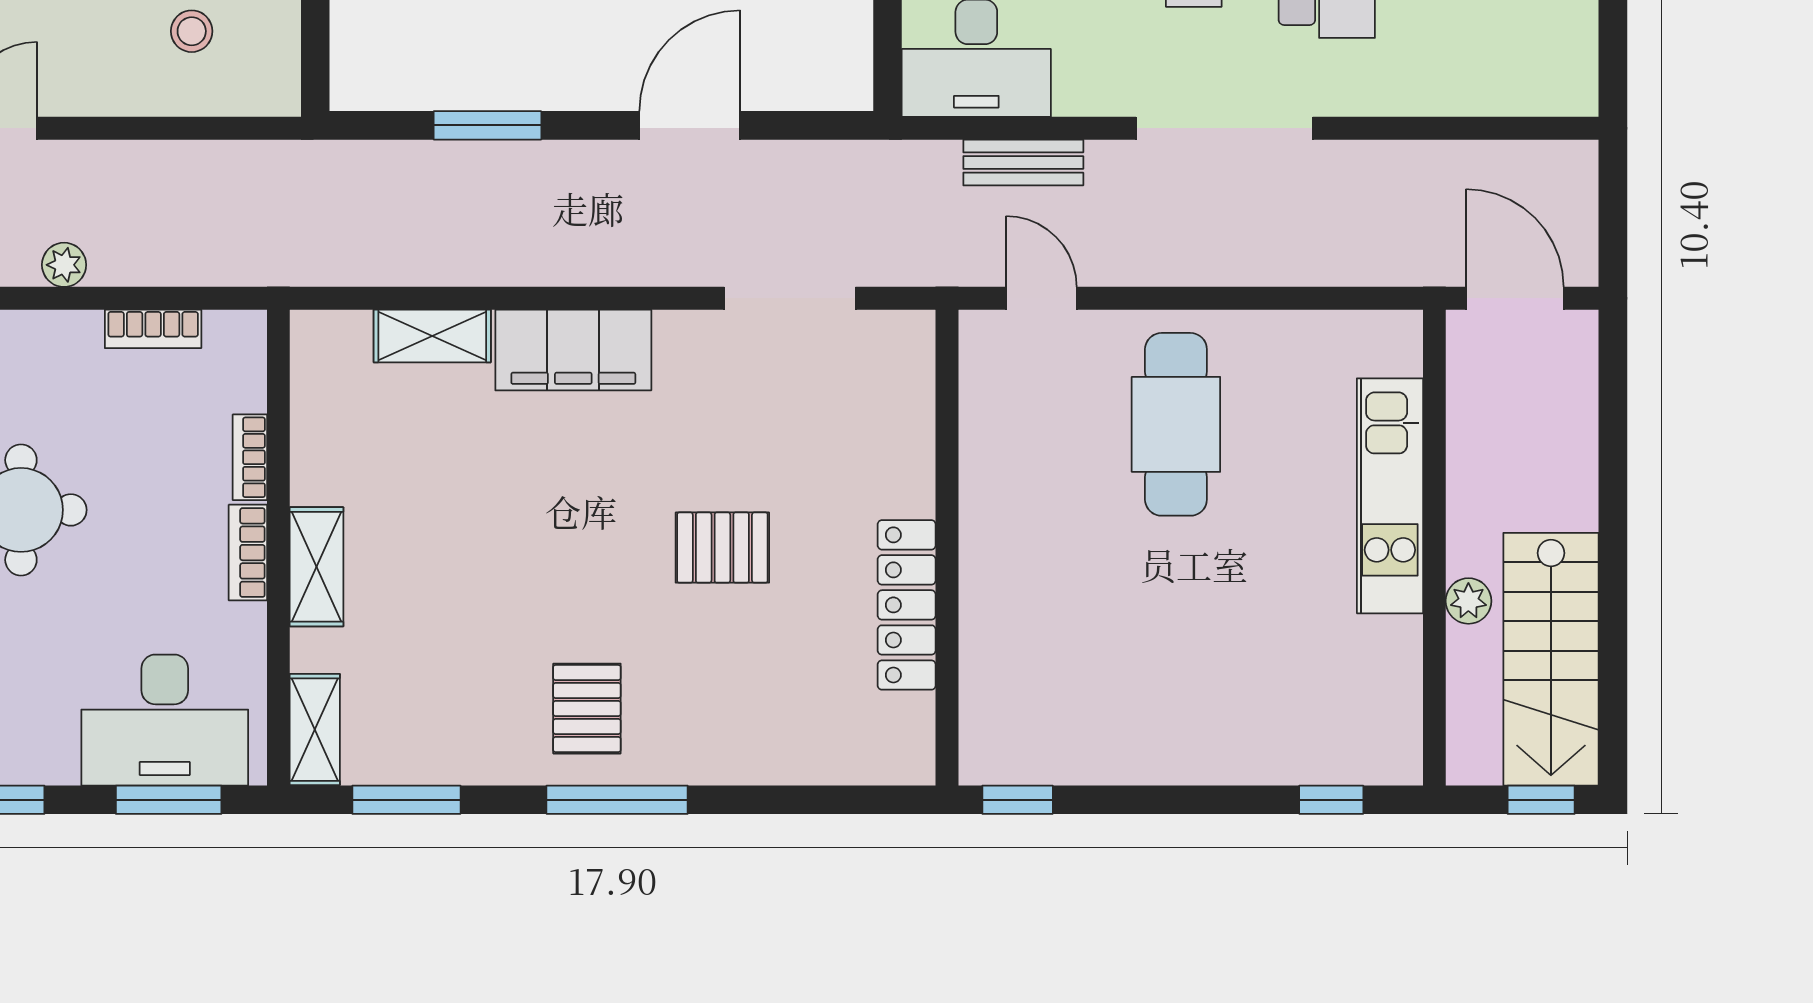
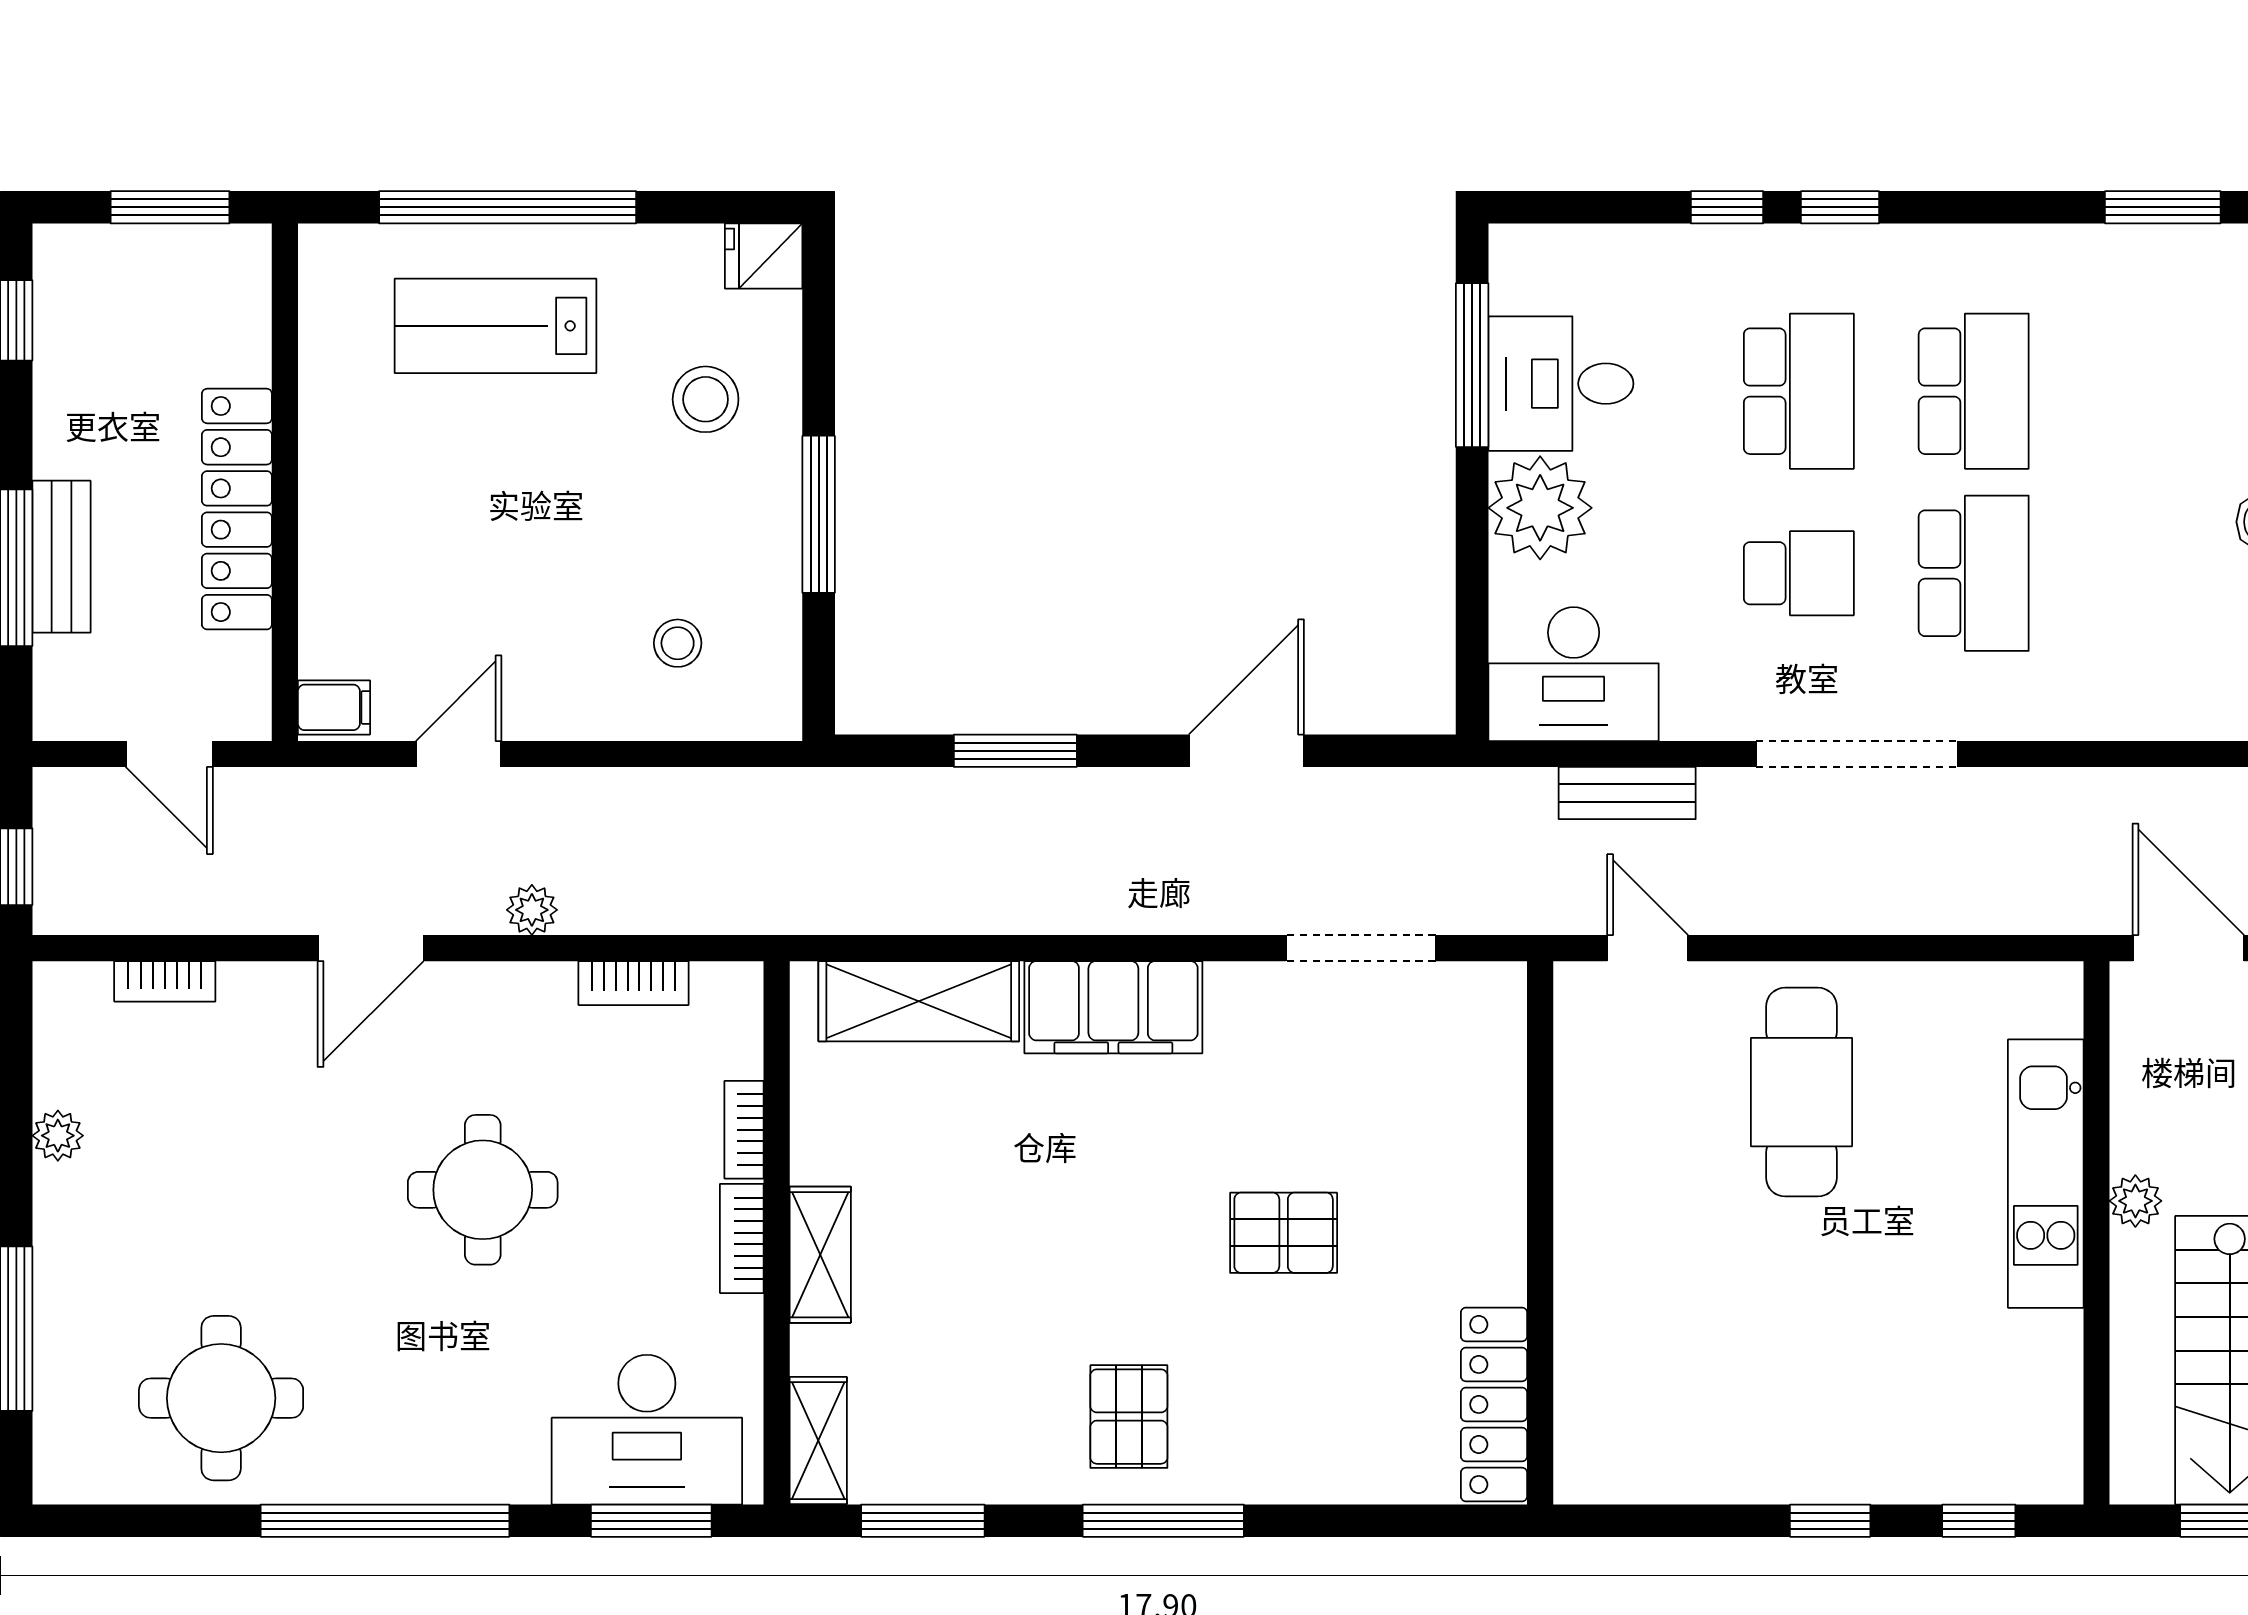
shelving: (432, 336) -> (919, 1001), width x1.50, depth x1.33
plant: (1468, 601) -> (2135, 1201), moved
locker: (907, 605) -> (1494, 1404), moved
window: (1018, 800) -> (1830, 1521), moved

